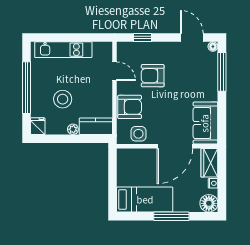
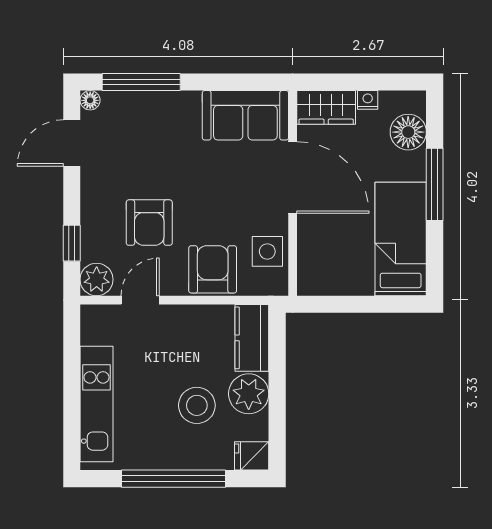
plant: (125, 50) -> (97, 279), added
plant: (73, 129) -> (249, 394), width x1.87, depth x1.87
floor lamp: (209, 203) -> (408, 132), moved

